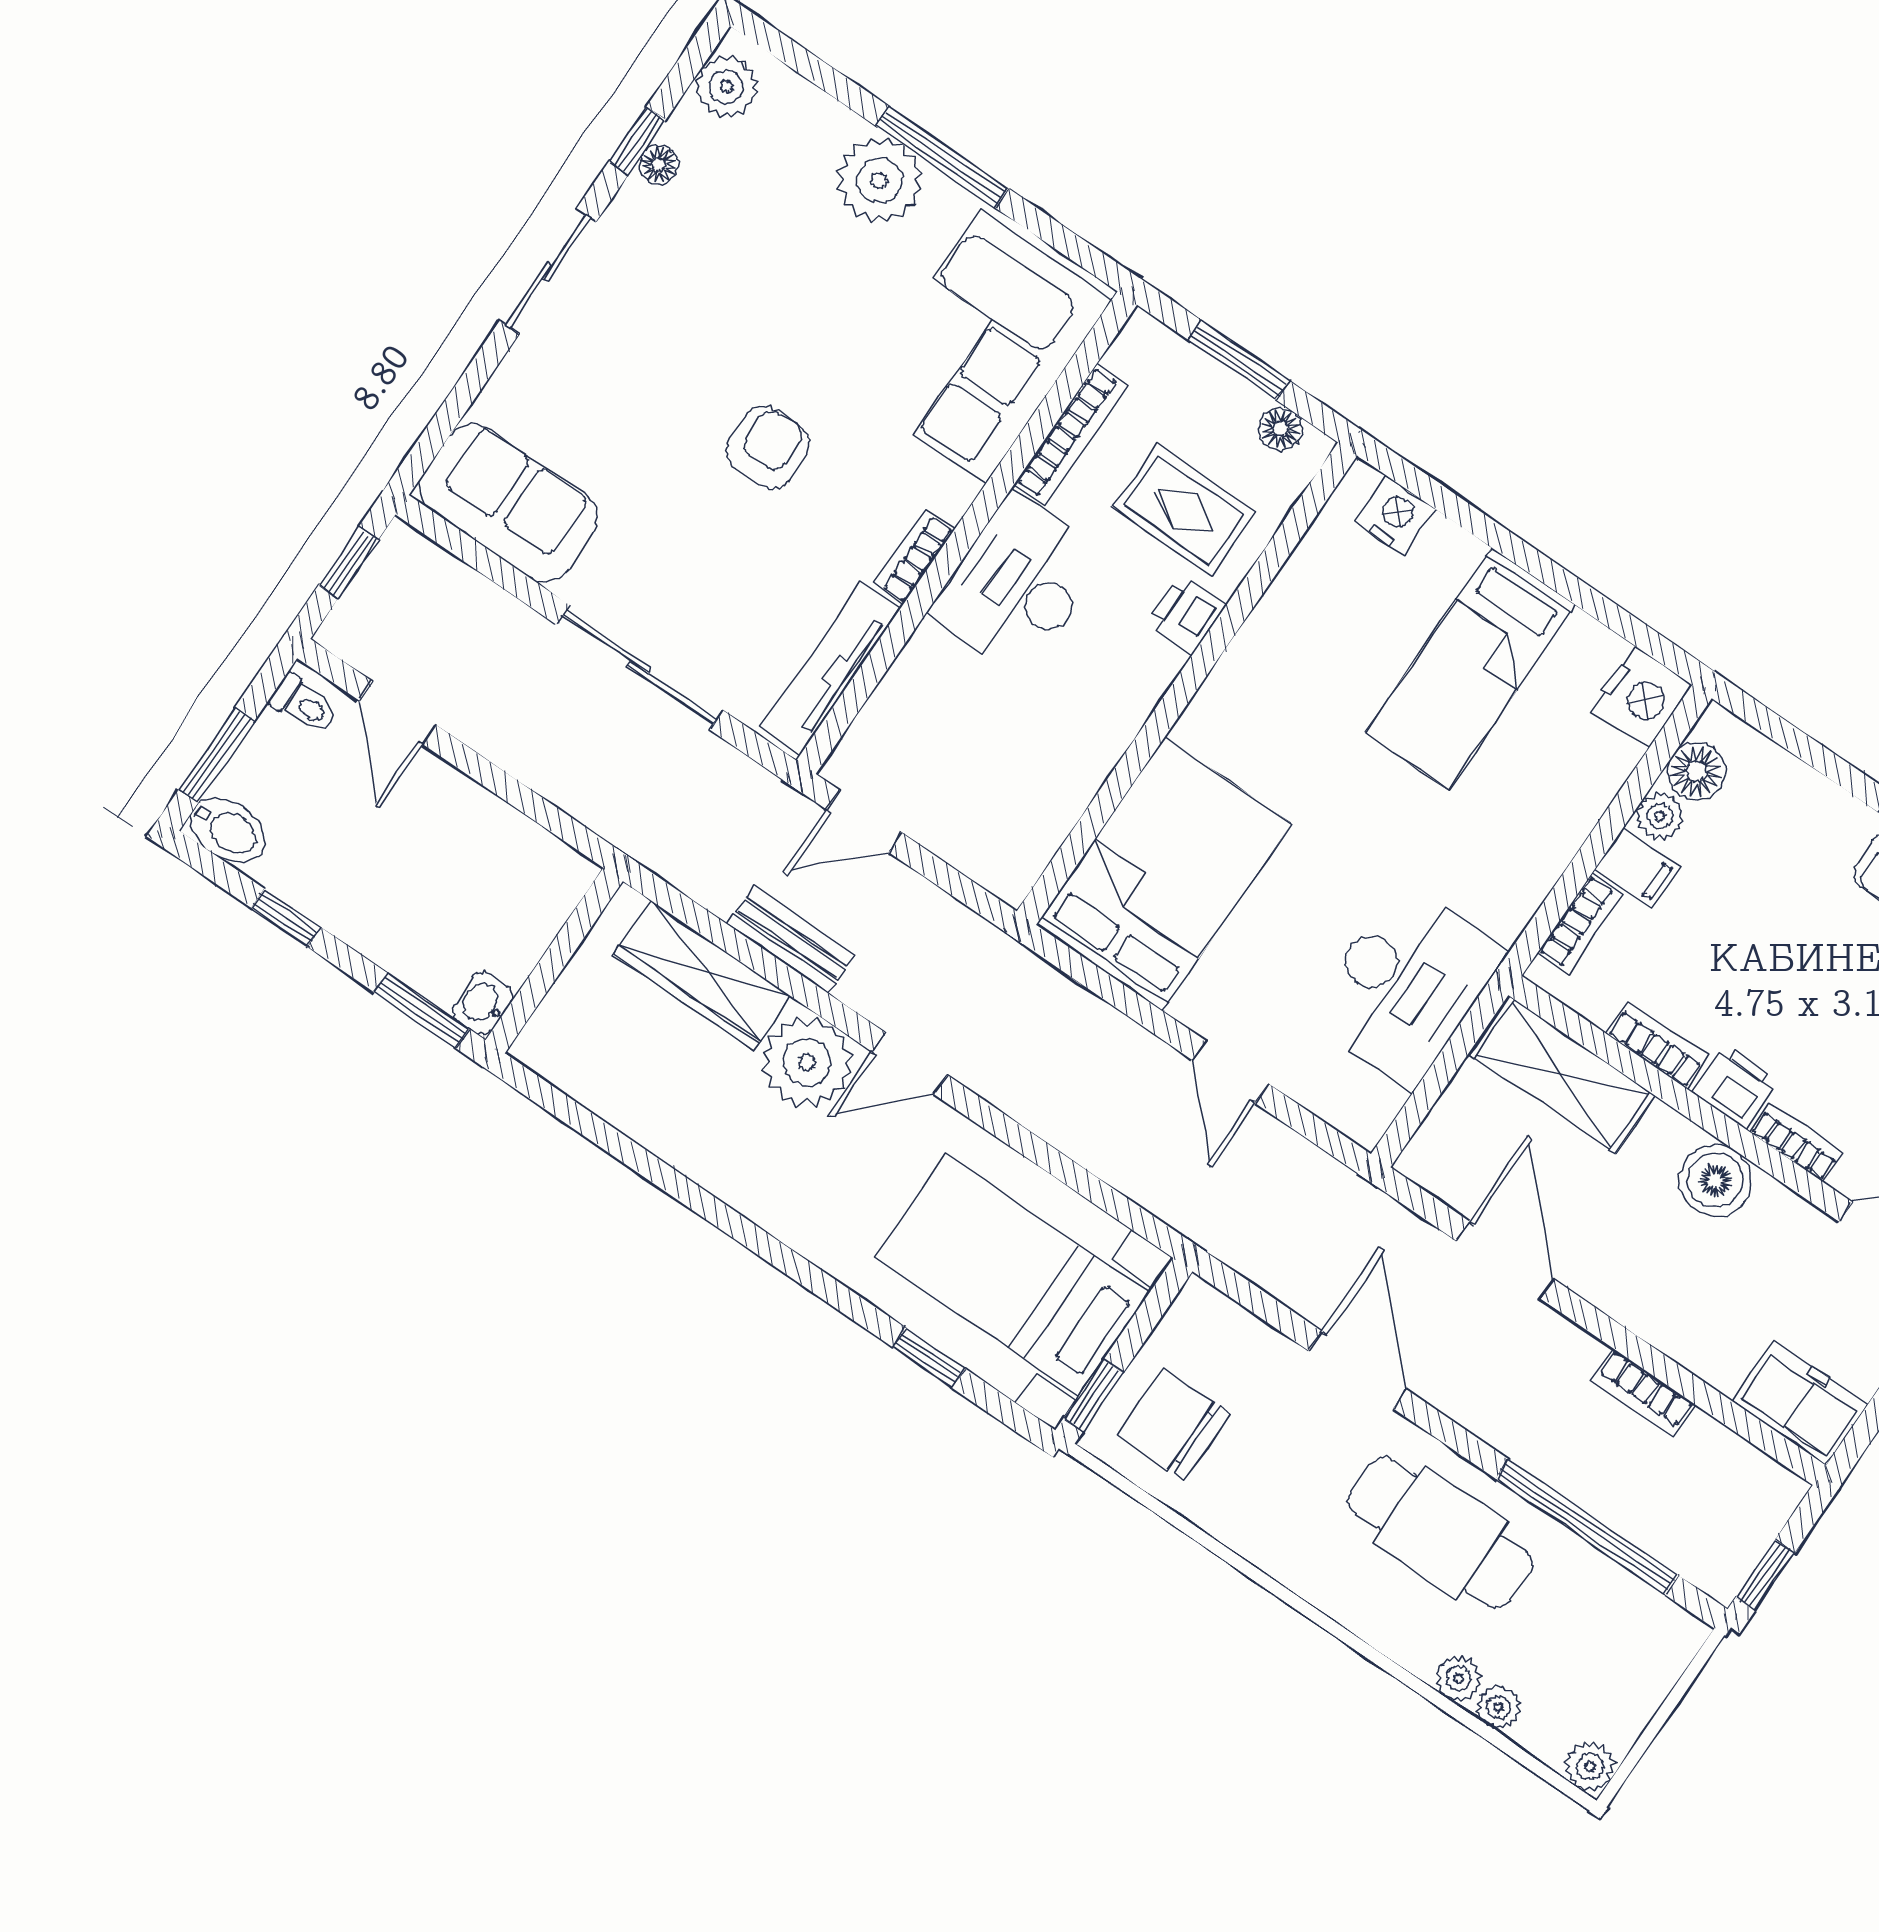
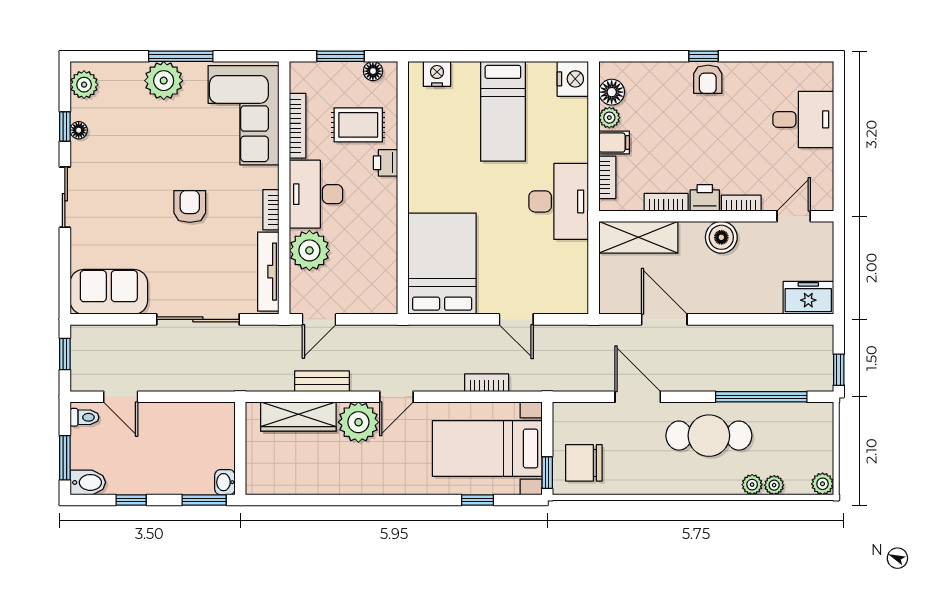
plant: (934, 681) -> (309, 250), added
desk: (1406, 985) -> (559, 201), moved
bookcase: (1643, 1393) -> (487, 383), moved, turned 180

